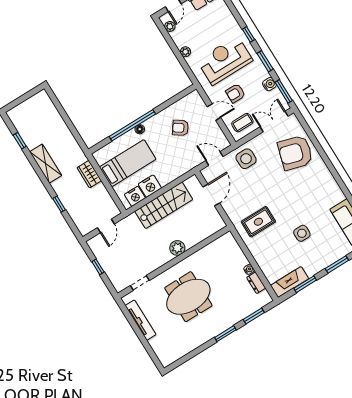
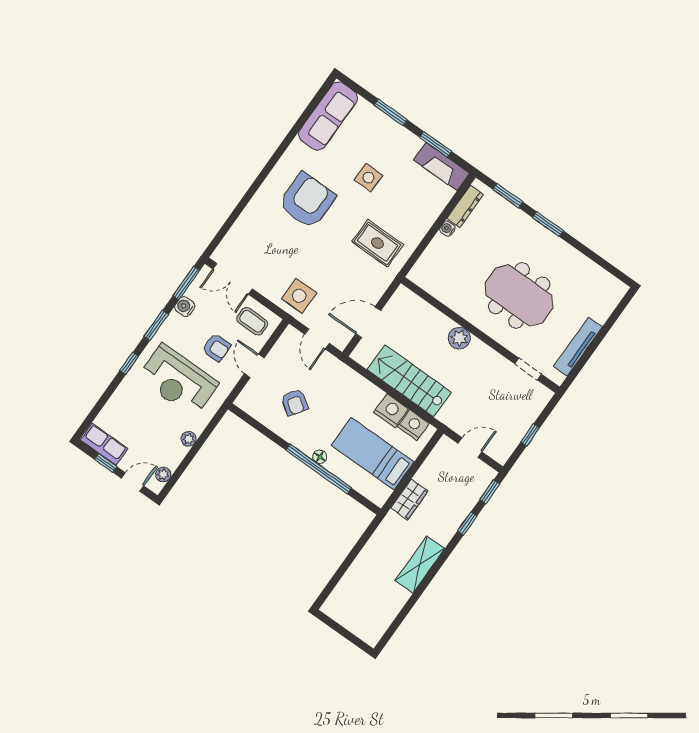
window: (20, 141) -> (490, 492), moved
armchair: (295, 153) -> (307, 201), moved, turned -106
dresser: (256, 283) -> (465, 206), width x1.44

